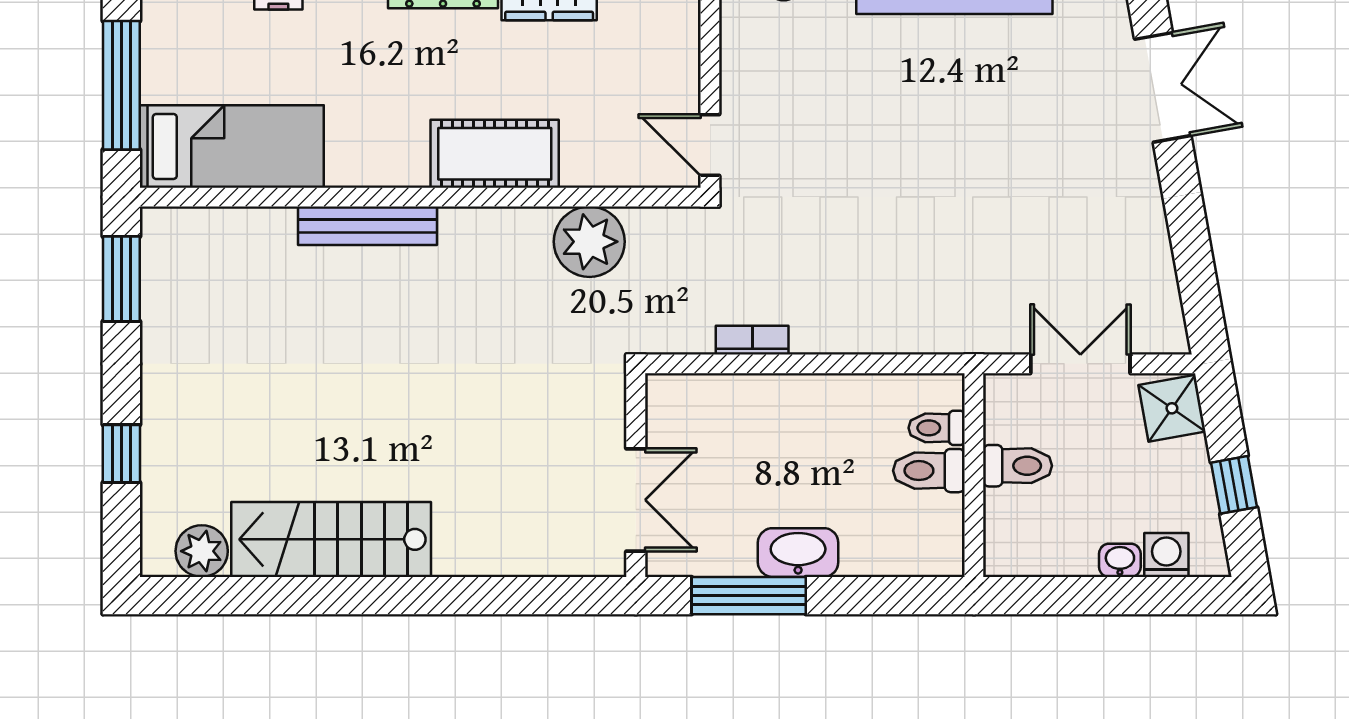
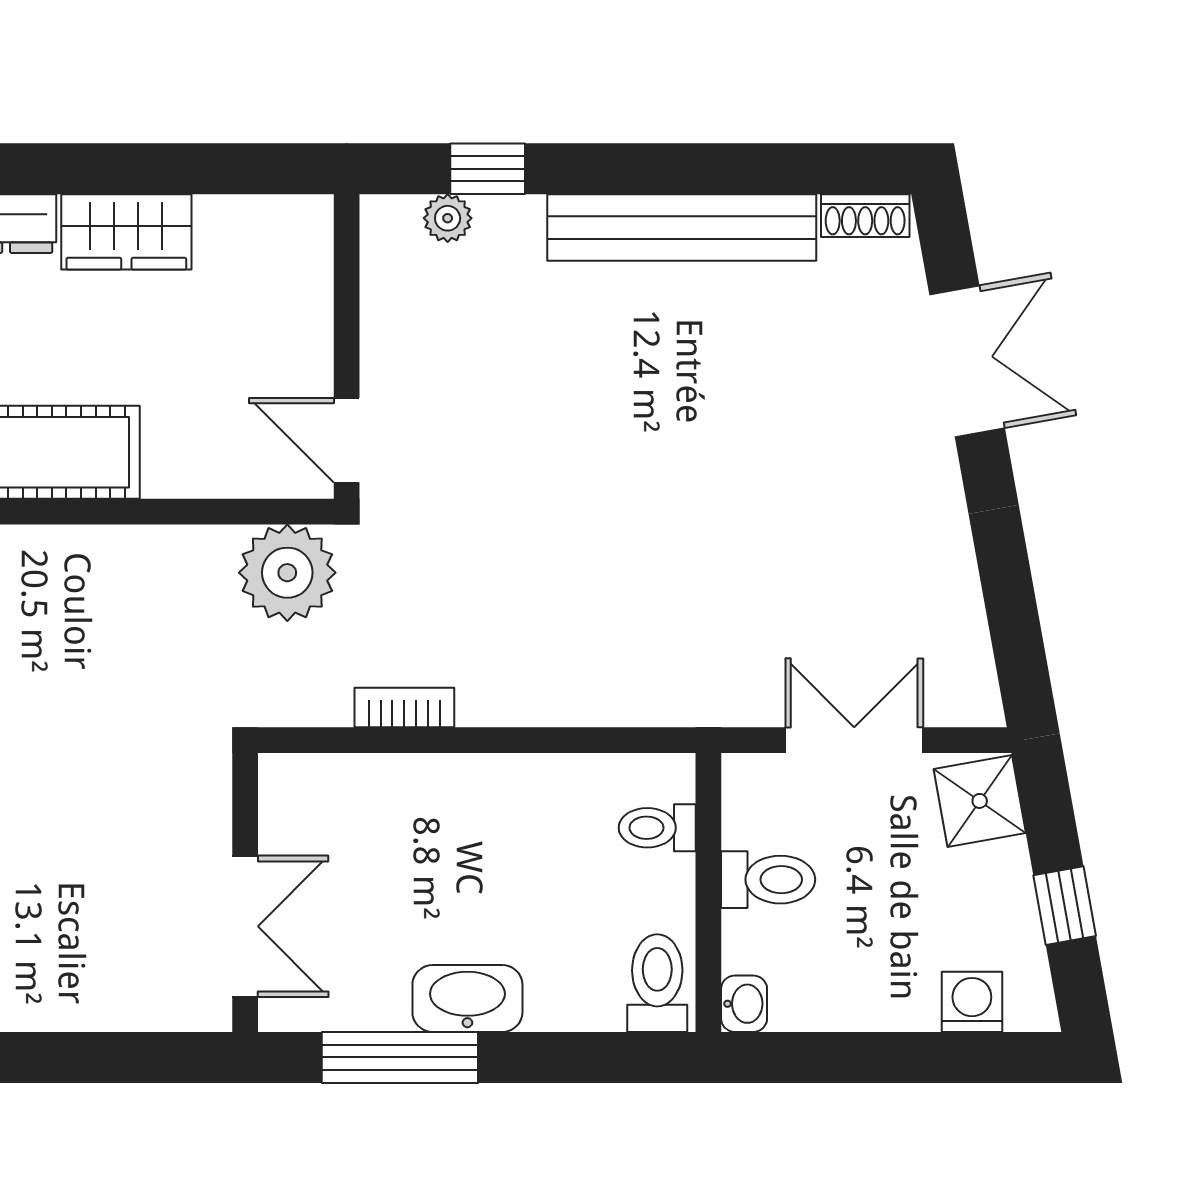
plant: (589, 242) -> (287, 573), moved
toilet: (929, 471) -> (657, 983), moved, turned 90
washbasin: (1120, 560) -> (744, 1004), moved, turned 90

